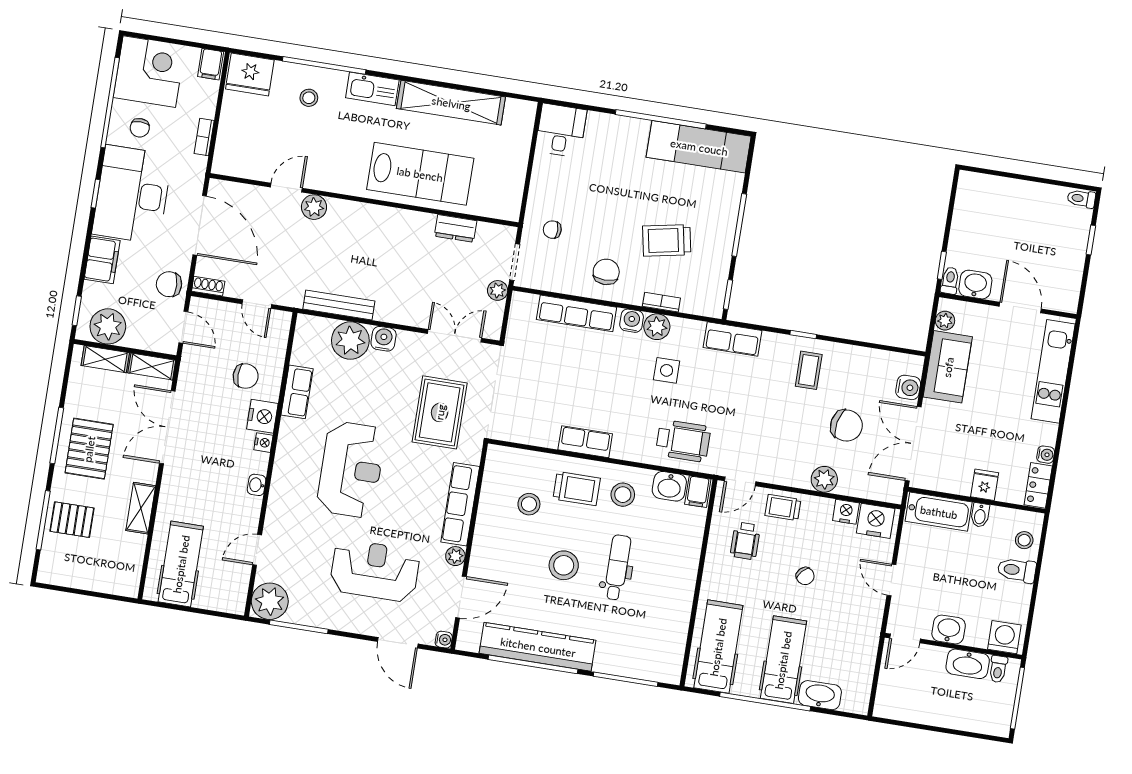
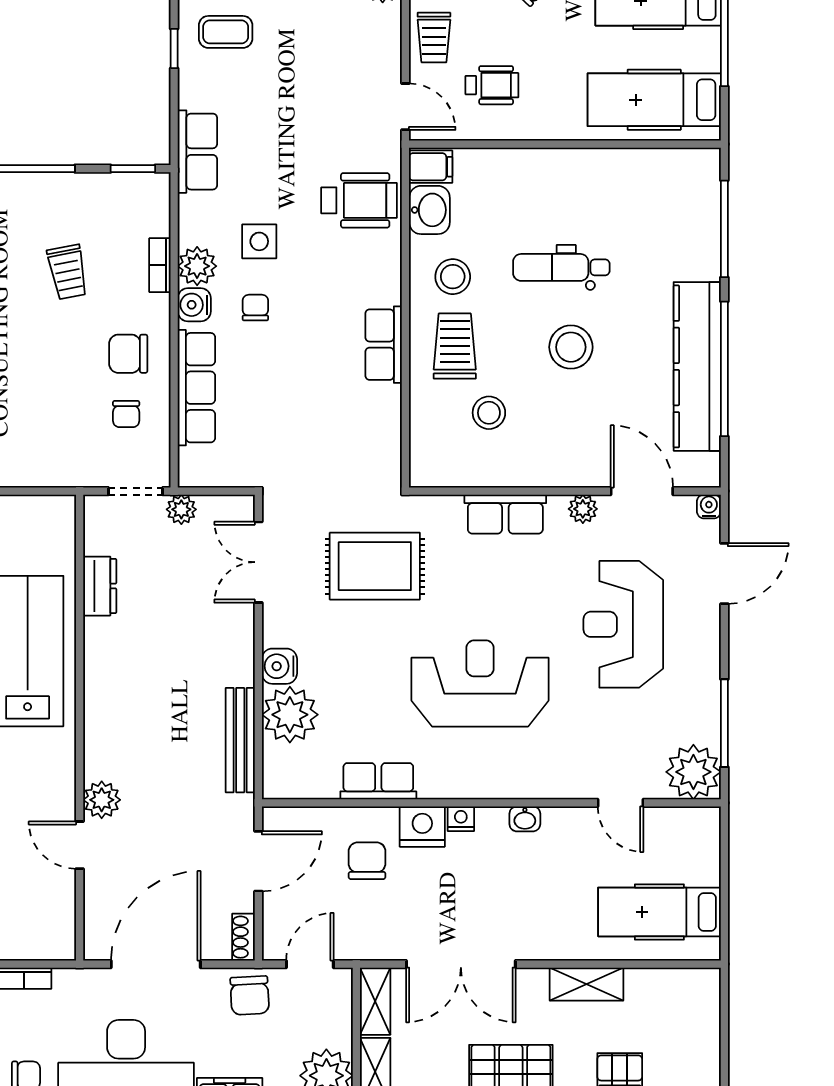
chair: (552, 230) -> (126, 414), moved
trolley: (667, 240) -> (68, 272), width x0.73, depth x0.72
door: (257, 304) -> (258, 861), width x1.38
chair: (623, 361) -> (255, 308), added
wheelchair: (683, 441) -> (359, 200), turned 90
row of seats: (460, 504) -> (505, 514), width x0.68

